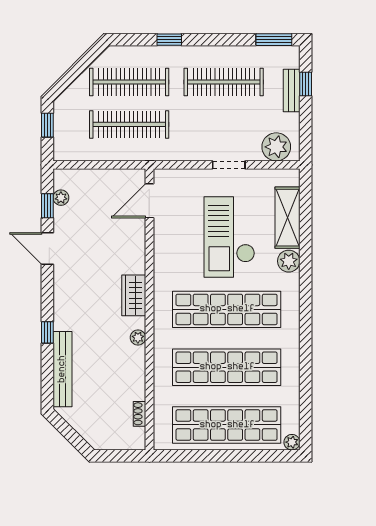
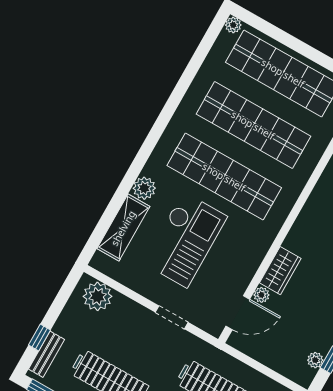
bench: (292, 90) -> (47, 354), moved
doorway: (229, 165) -> (172, 317), moved
wardrobe: (134, 295) -> (280, 271), moved
plant: (138, 338) -> (261, 295), moved

